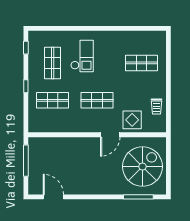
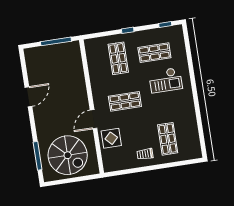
shop shelf: (97, 100) -> (125, 101), turned 90
trolley: (157, 106) -> (145, 154), moved
door: (110, 135) -> (94, 119), hinge flipped
door: (53, 197) -> (28, 97), moved

